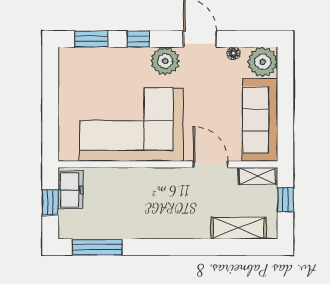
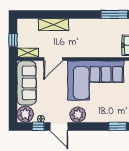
window: (138, 39) -> (38, 126), moved
door: (211, 164) -> (53, 59), hinge flipped
shelving: (239, 228) -> (54, 25), moved

